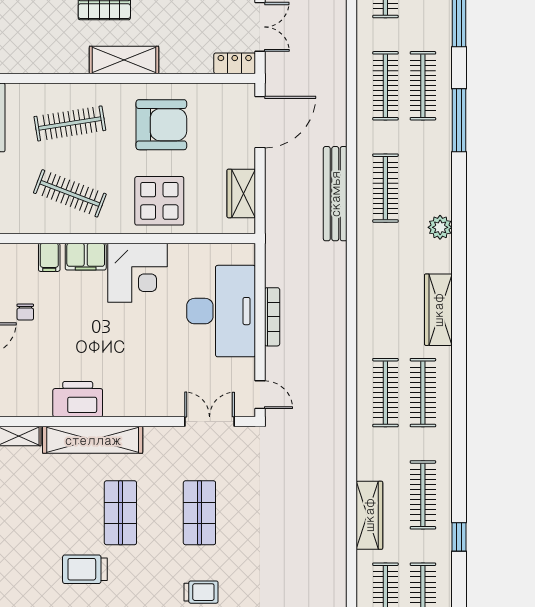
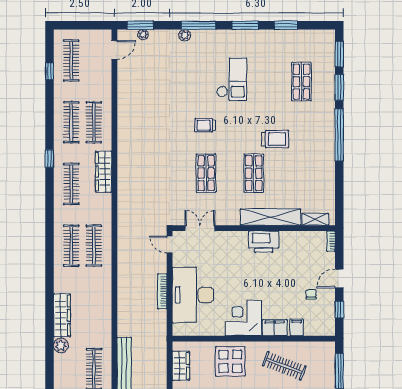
wardrobe: (438, 310) -> (62, 315), moved
printer: (78, 399) -> (264, 242), moved
double door: (210, 422) -> (200, 228), swing flipped

